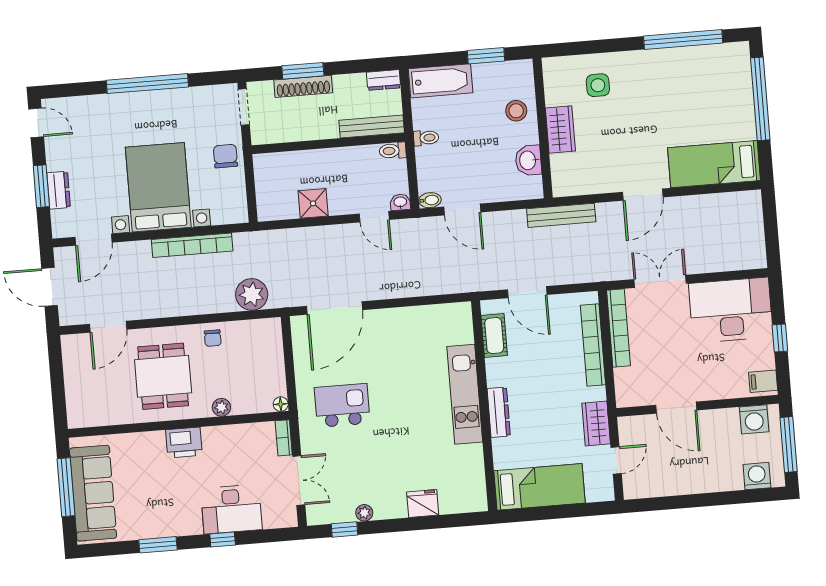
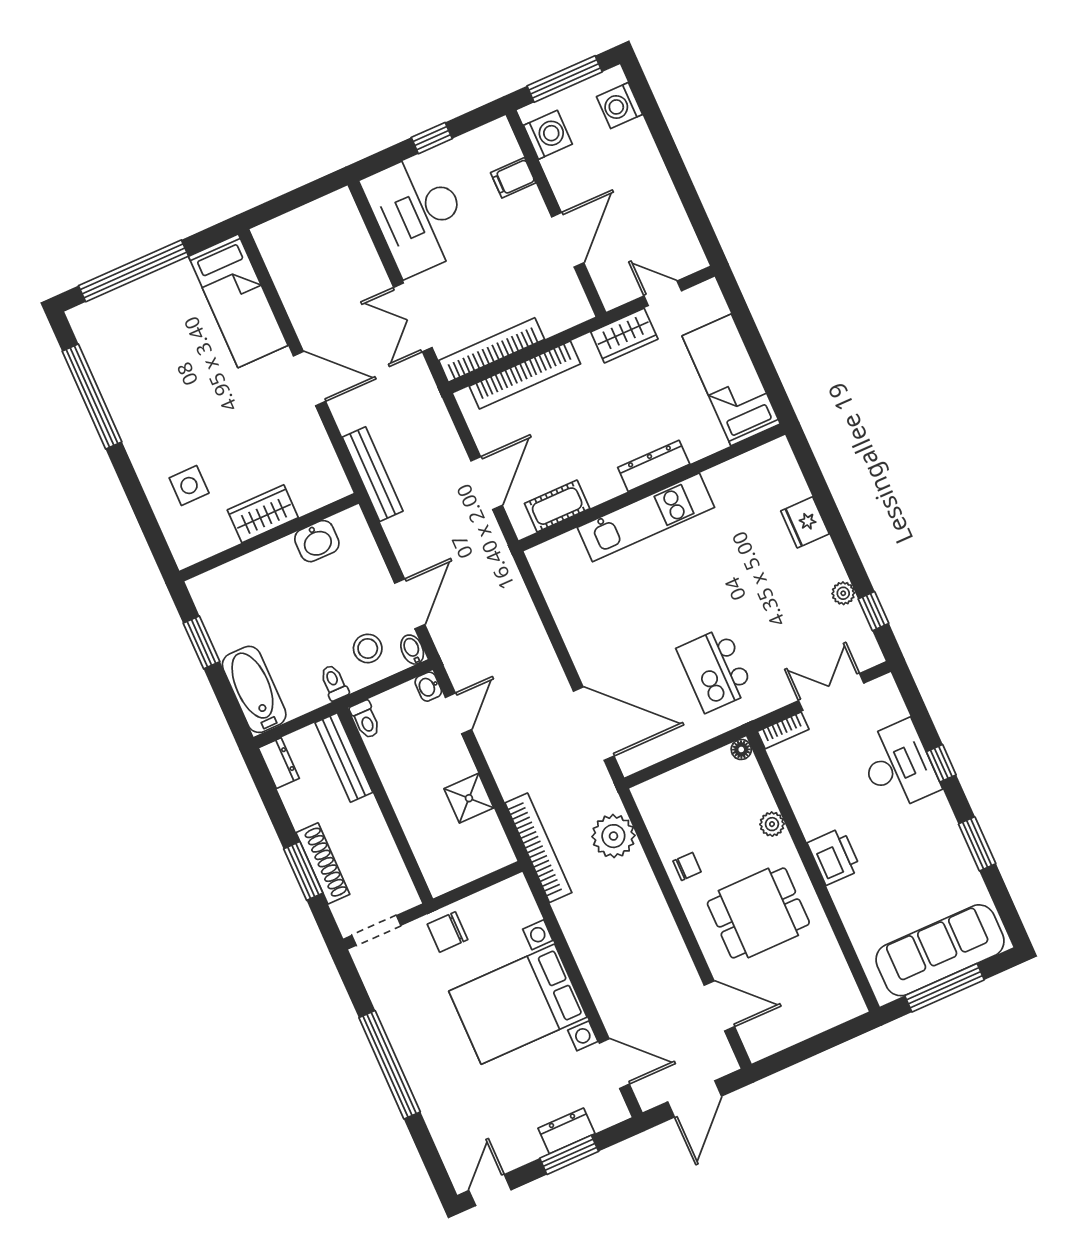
stool: (516, 111) -> (368, 648), moved
bookcase: (192, 245) -> (538, 848), moved
filing cabinet: (763, 381) -> (513, 178), moved, turned 90

